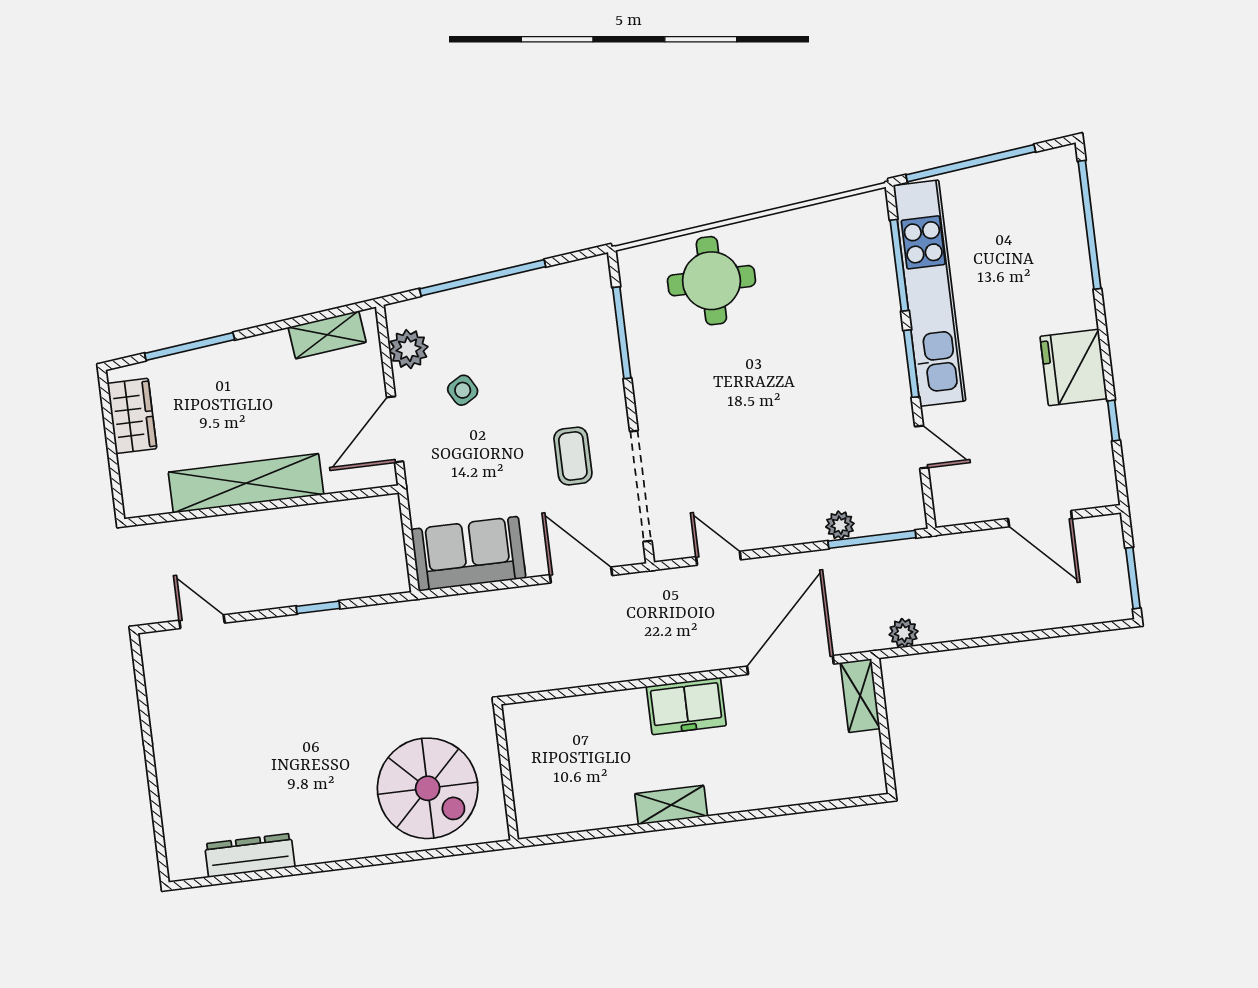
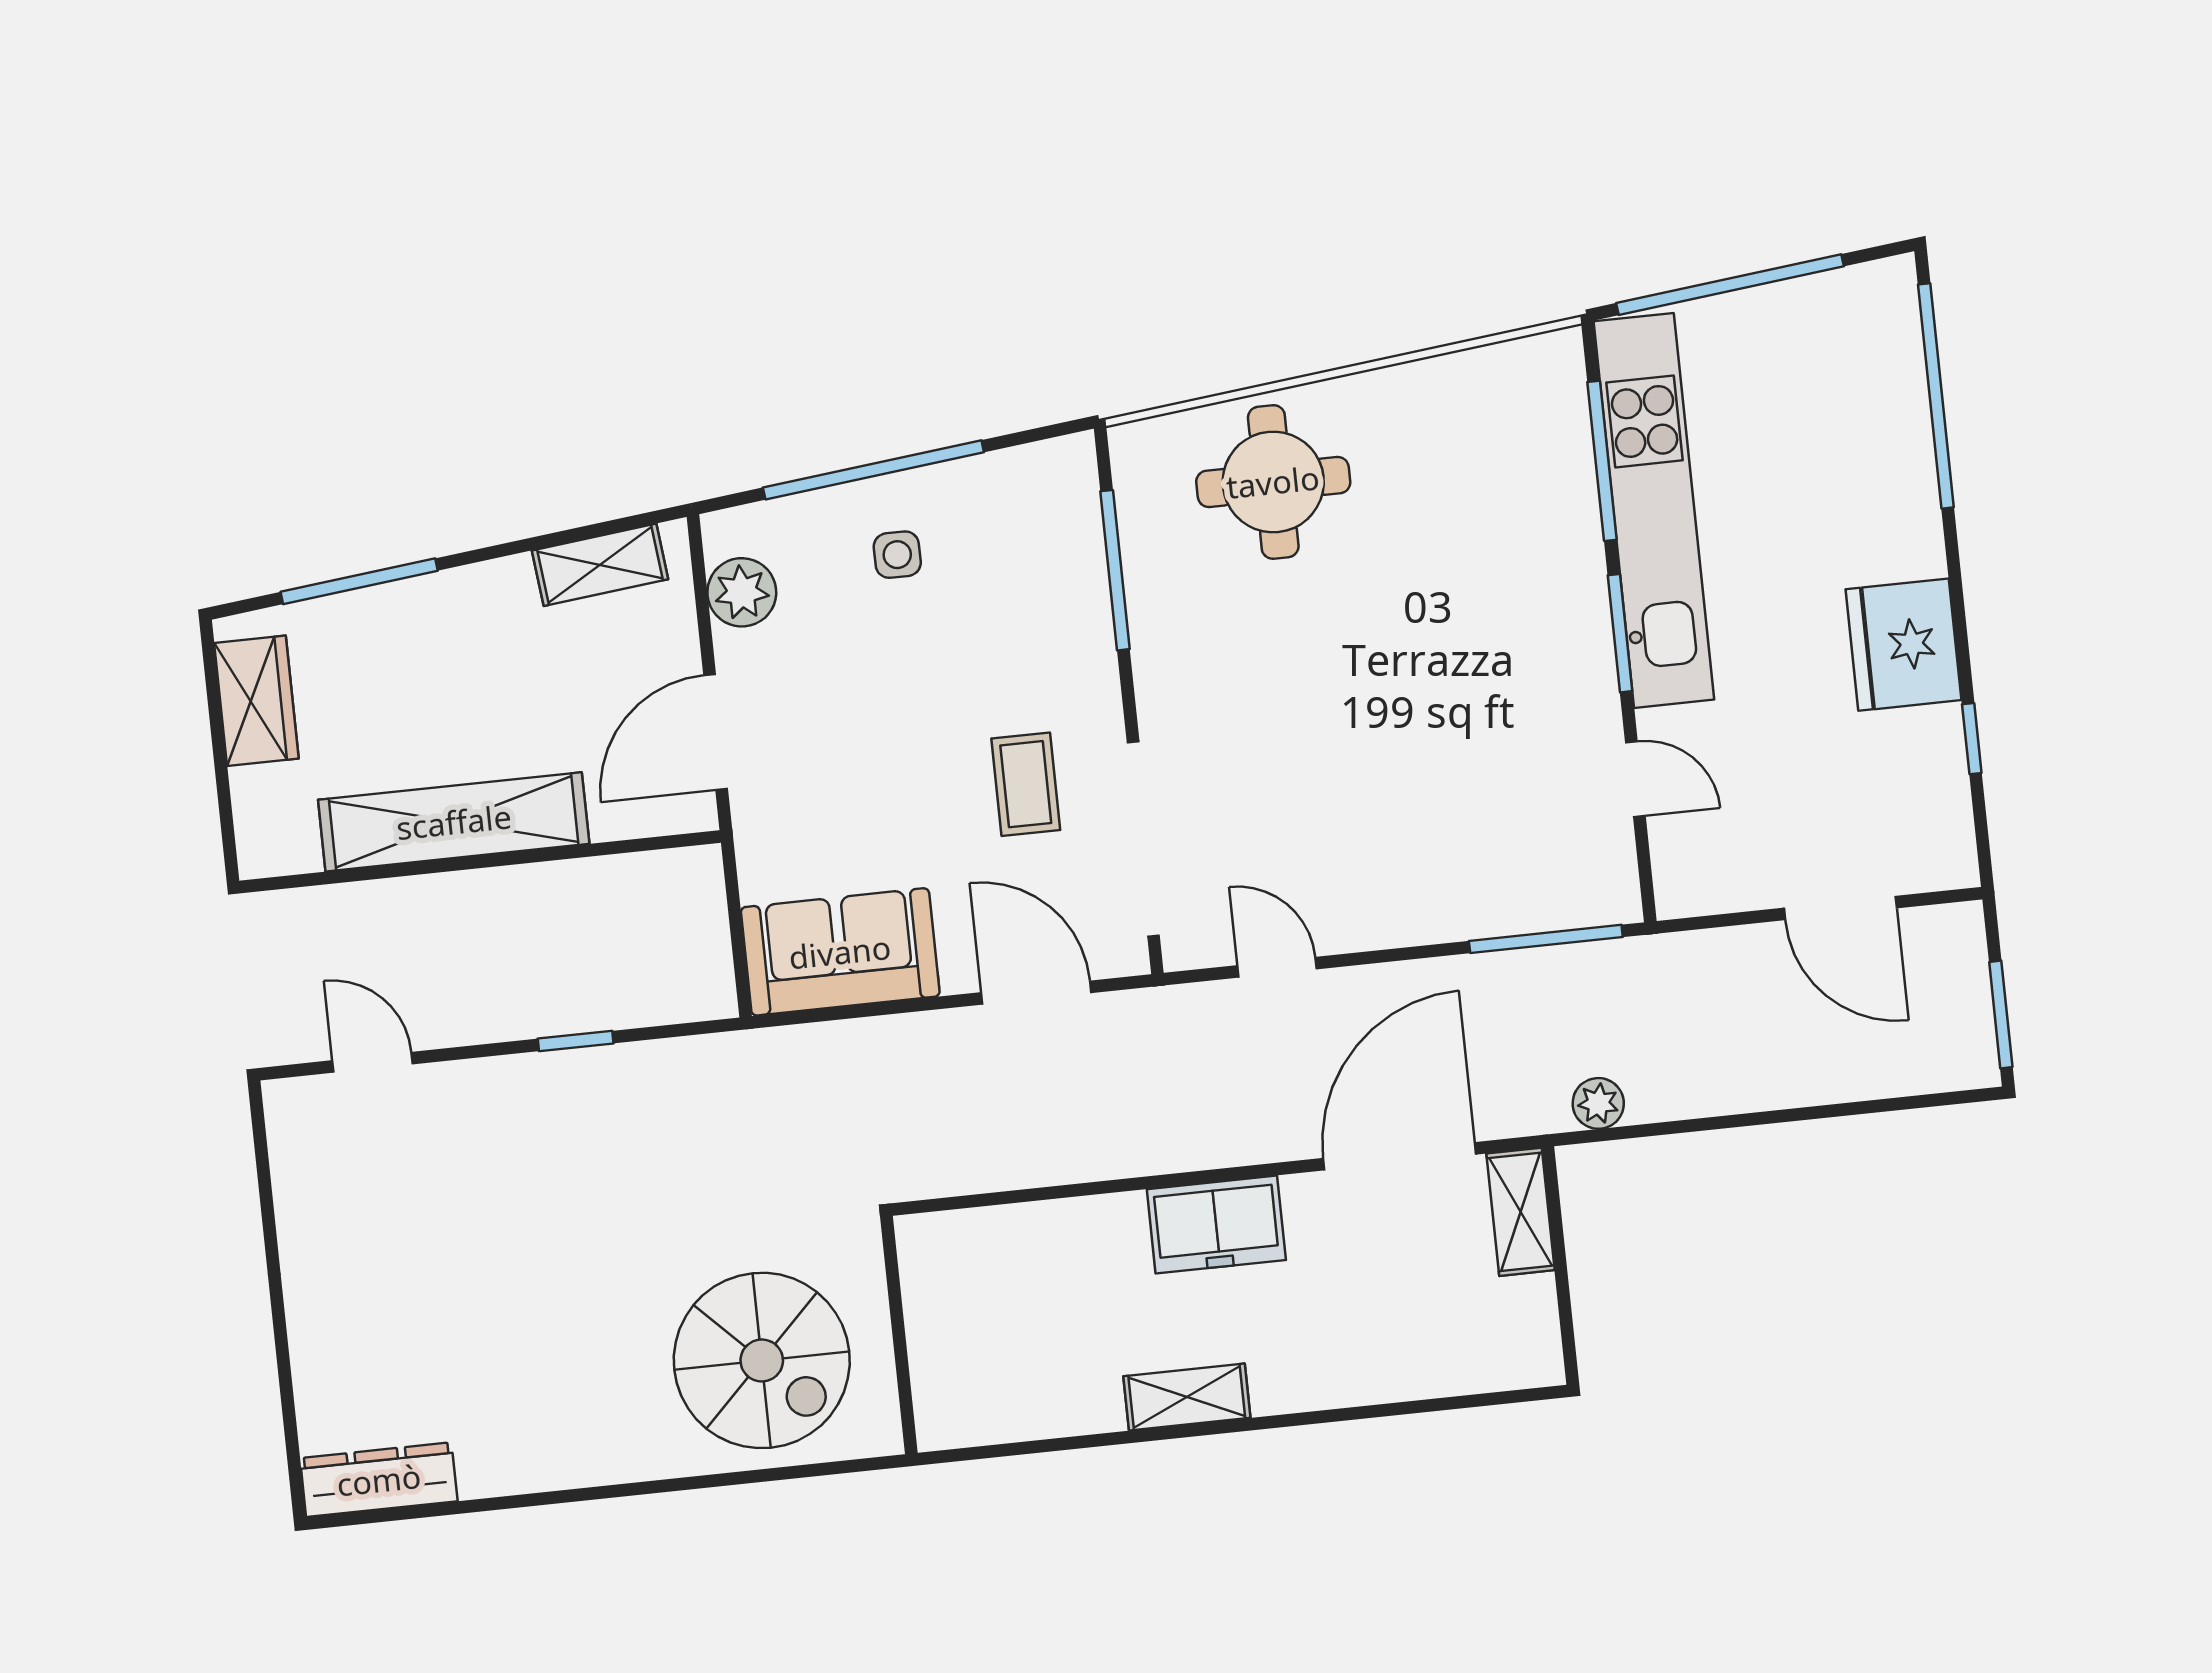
side table: (463, 390) -> (897, 555), moved, turned 30
plant: (840, 525) -> (1490, 913), removed
dresser: (250, 855) -> (379, 1480), moved

